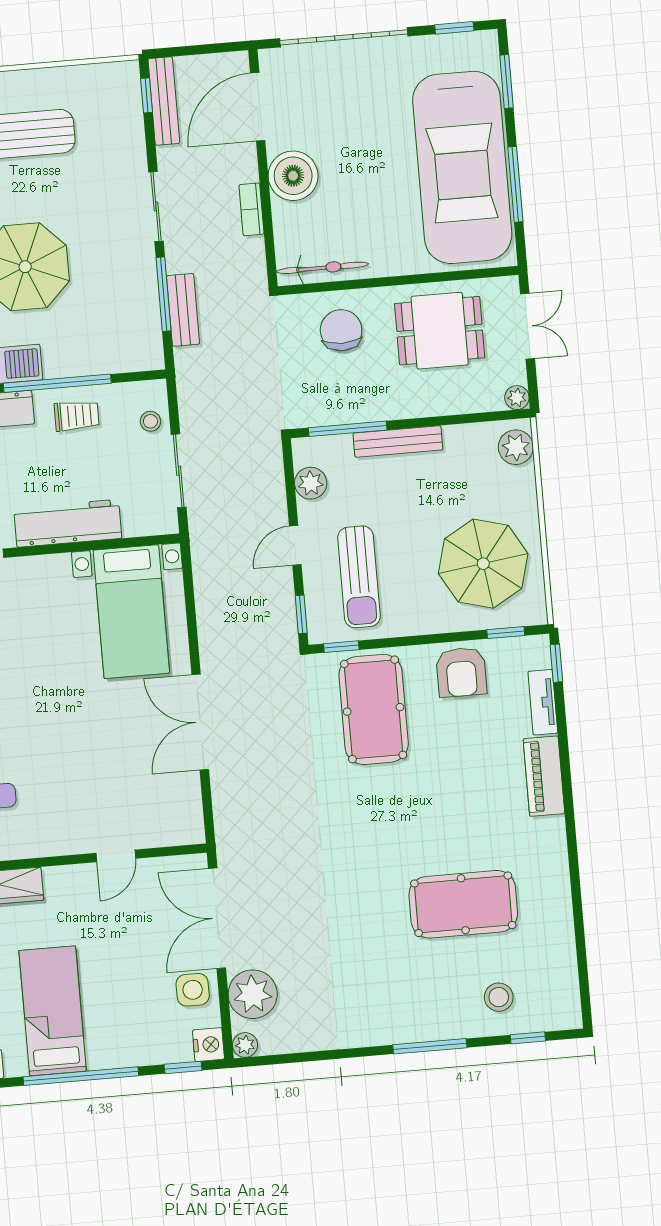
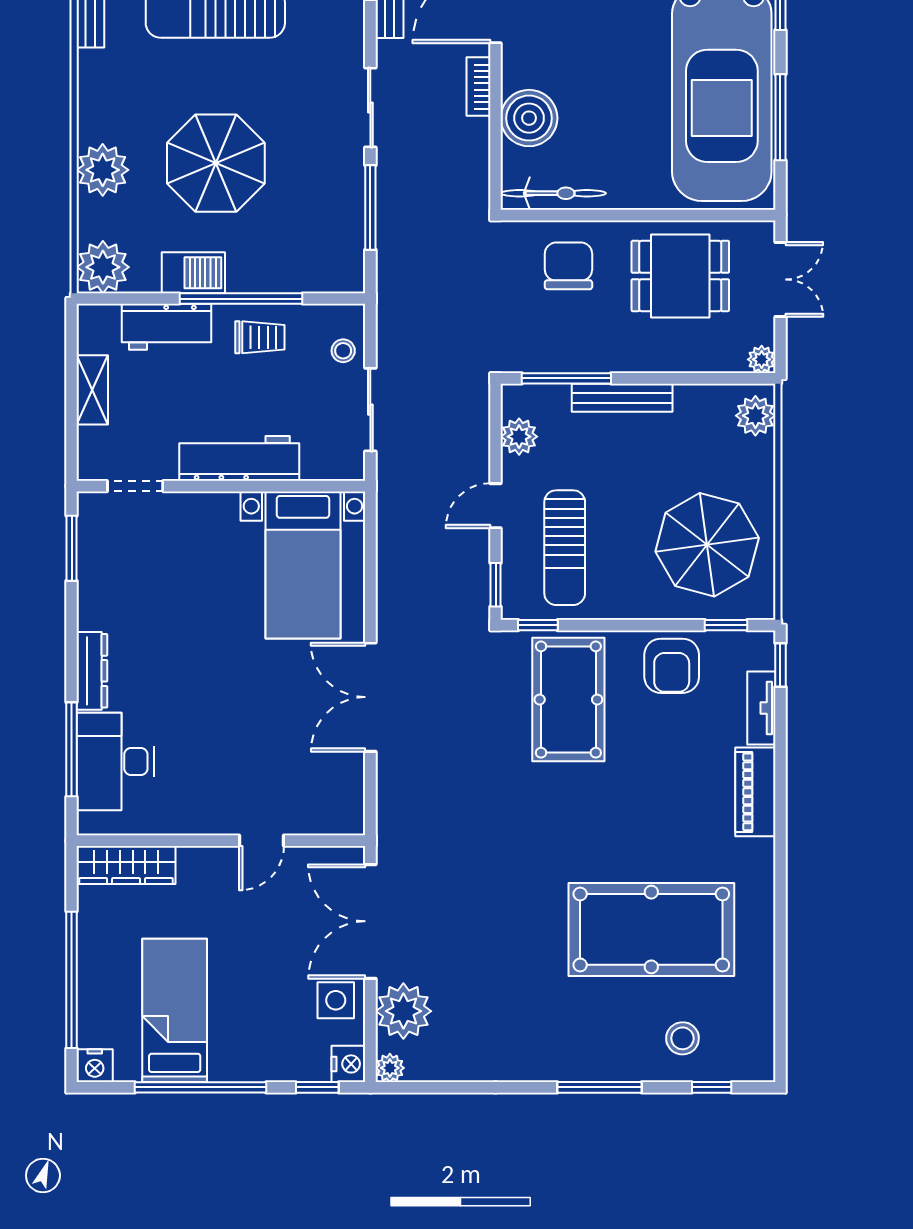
boiler: (293, 176) -> (529, 118), moved
bookcase: (251, 209) -> (479, 87), moved
bench: (183, 310) -> (391, 227), removed
pool table: (463, 904) -> (651, 929), width x1.36, depth x1.32

